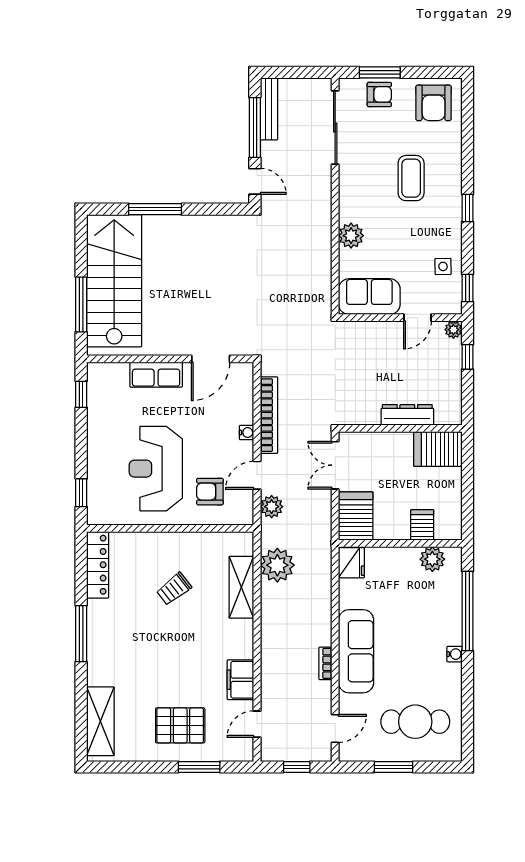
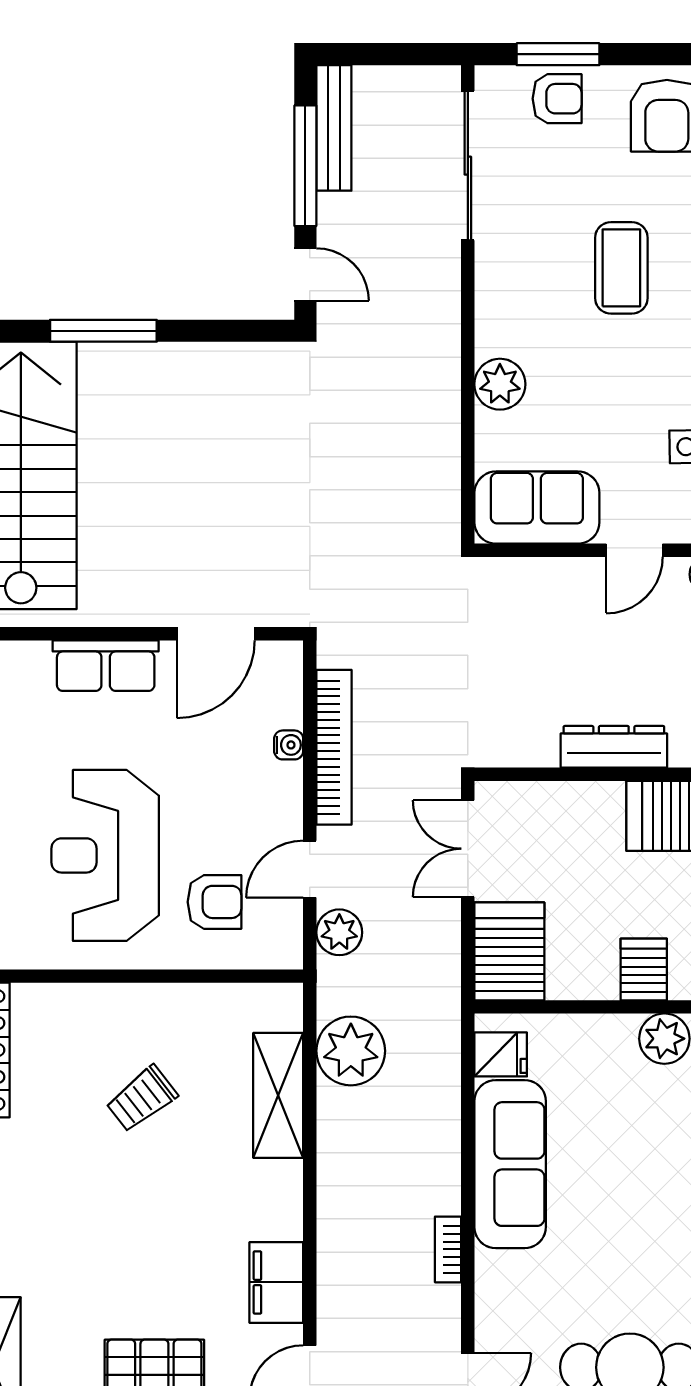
water cooler: (247, 433) -> (289, 745), moved
armchair: (210, 492) -> (215, 902), turned 180
fridge: (351, 563) -> (501, 1054), width x0.72
sofa: (356, 651) -> (510, 1164), moved

